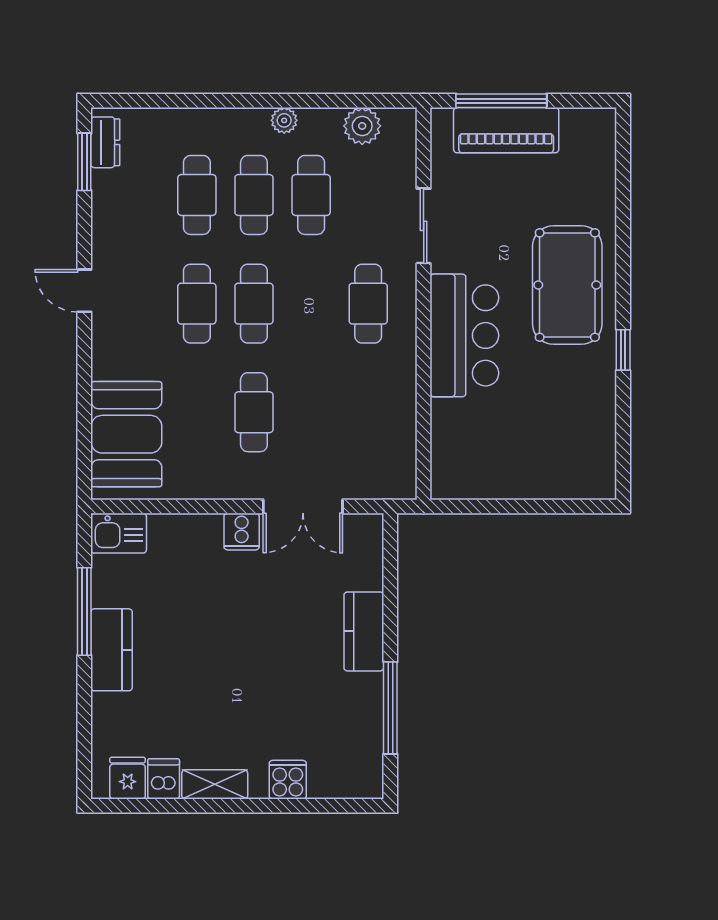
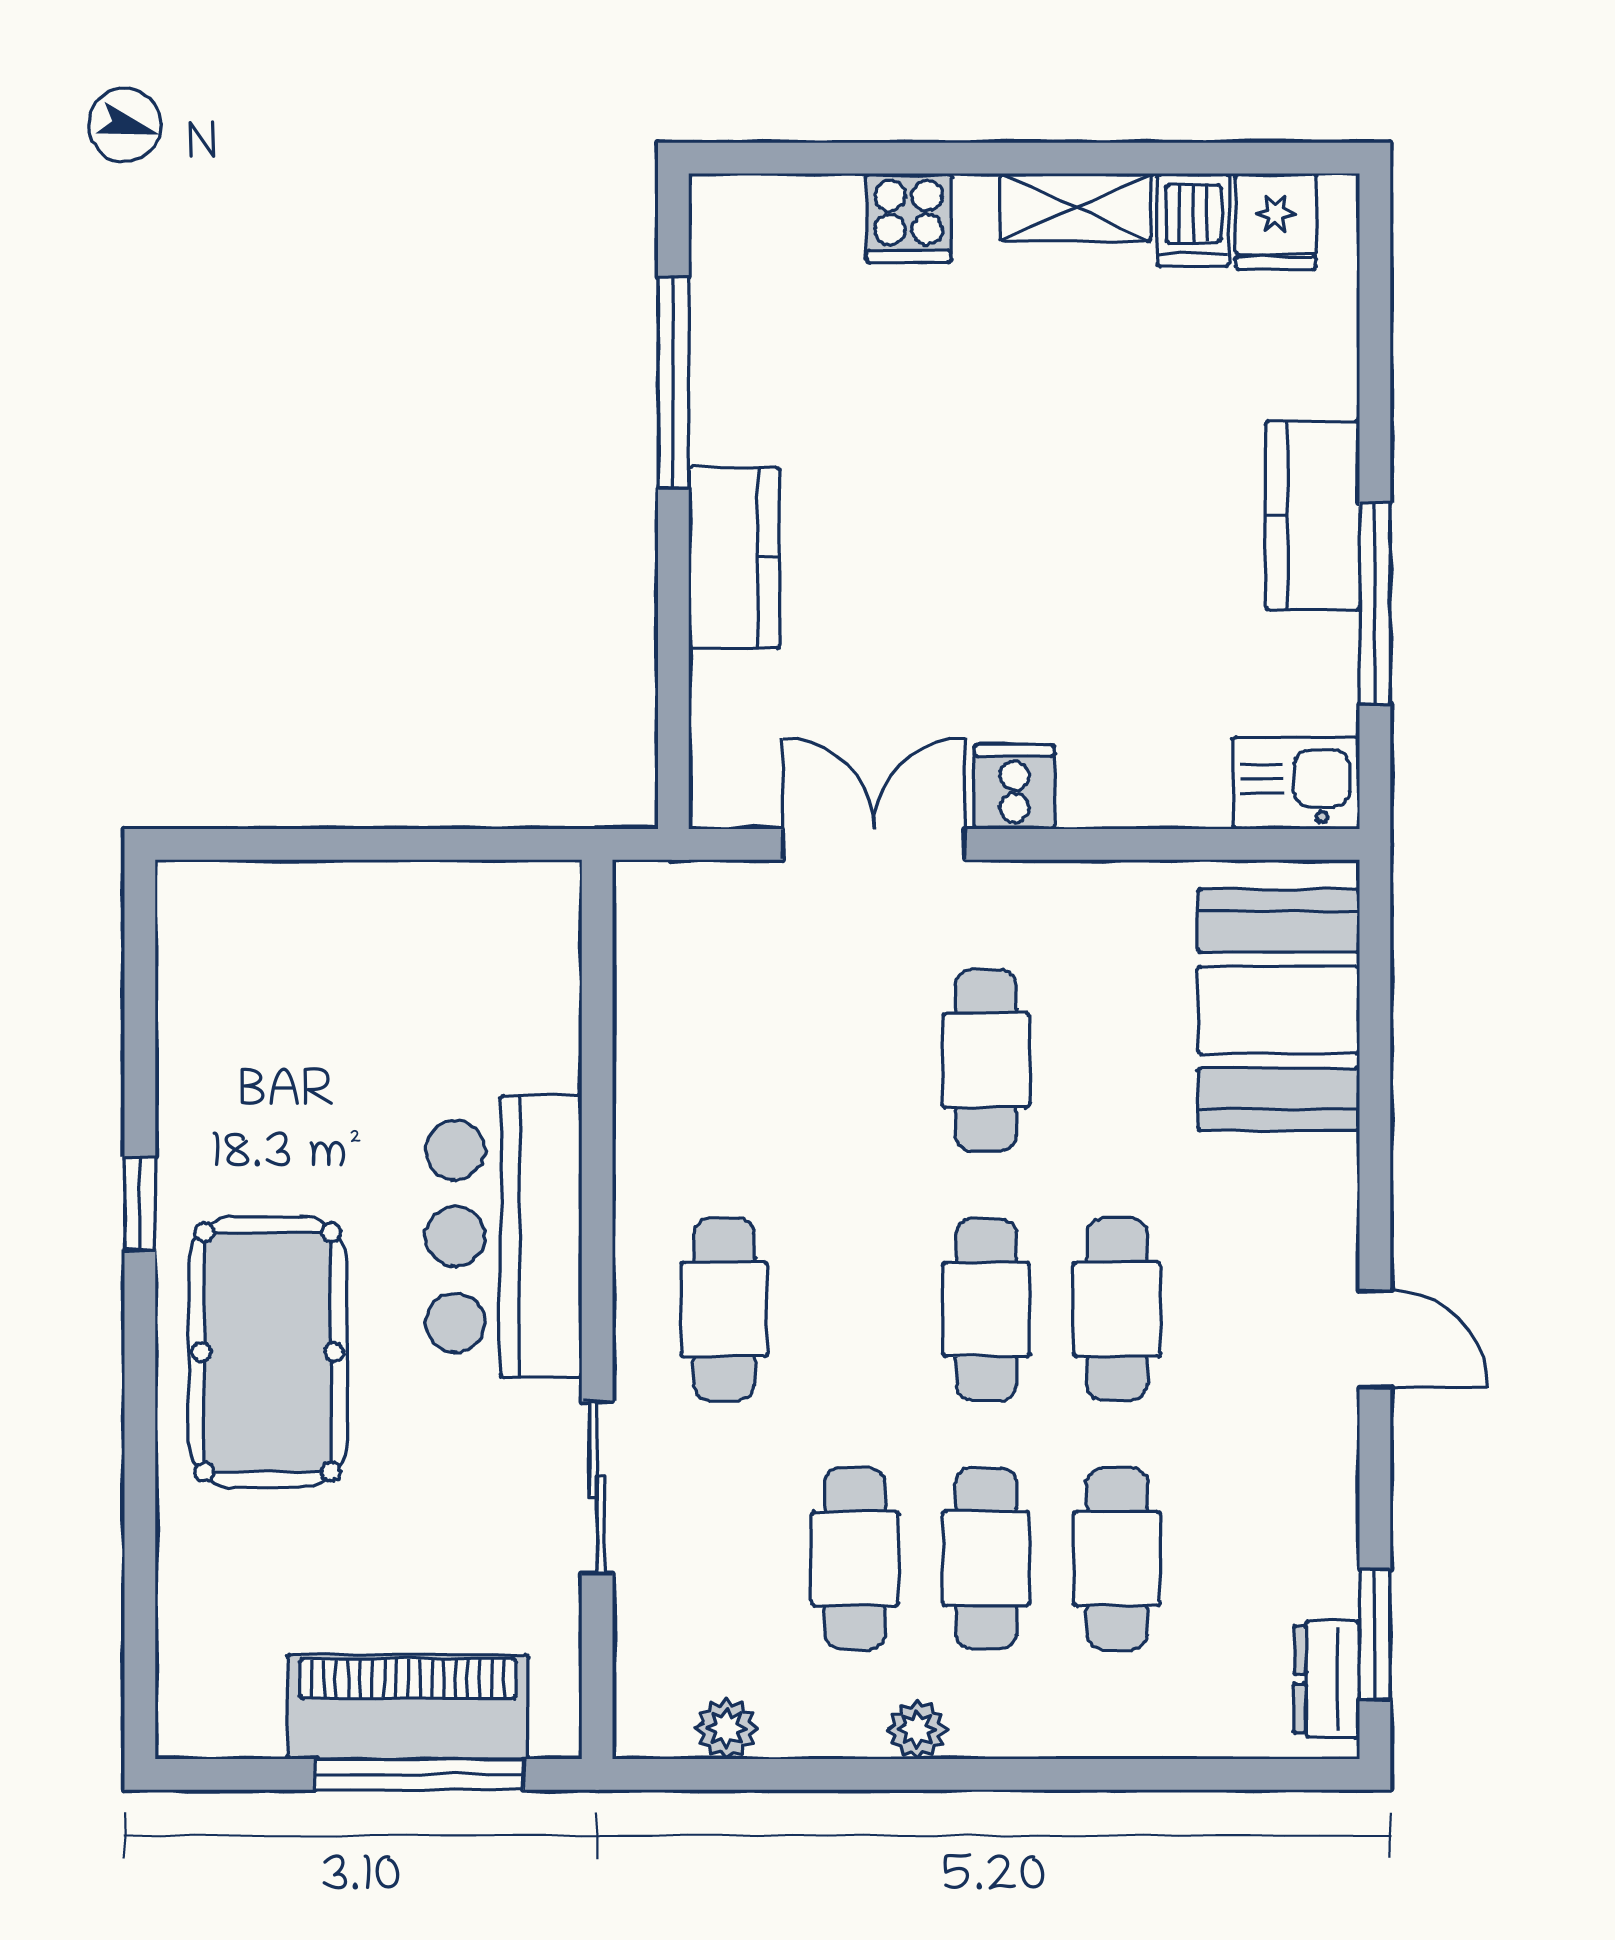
plant: (362, 126) -> (726, 1728), width x0.73, depth x0.73

